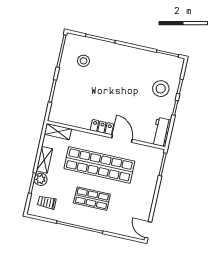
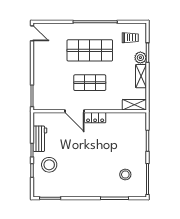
workbench: (161, 132) -> (40, 139), moved
shop shelf: (99, 165) -> (90, 83), width x0.50, depth x0.74
shop shelf: (92, 199) -> (90, 50), width x1.43, depth x1.36

